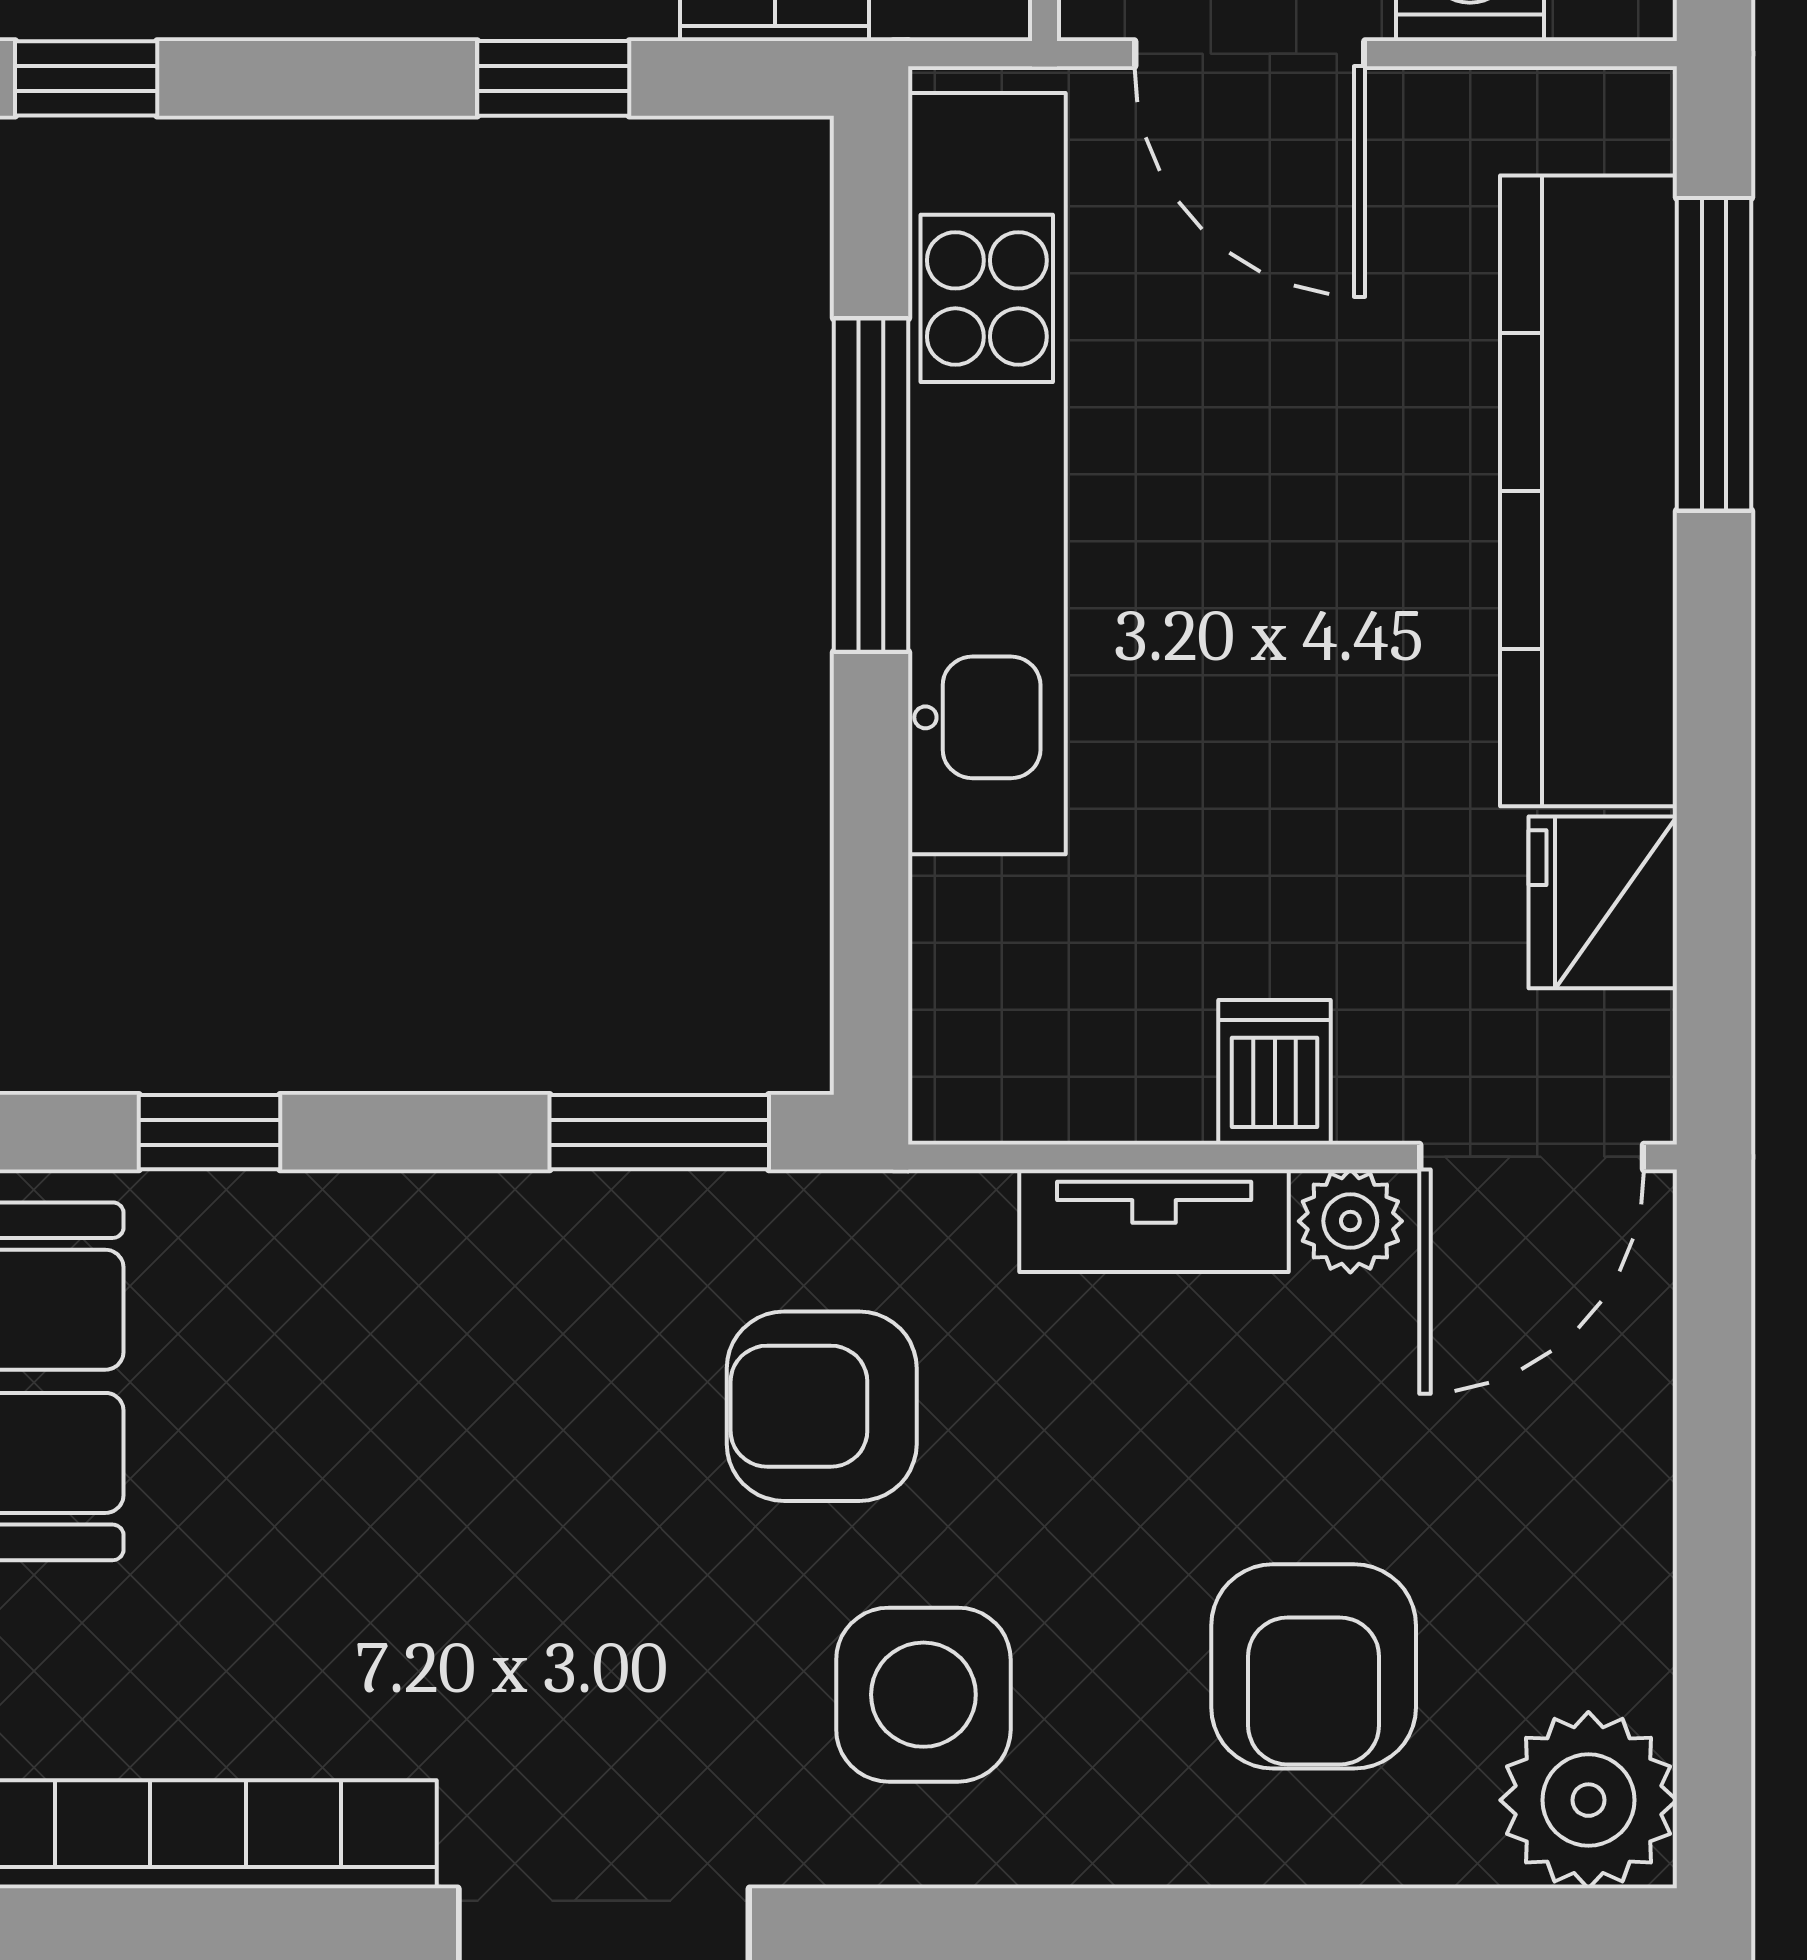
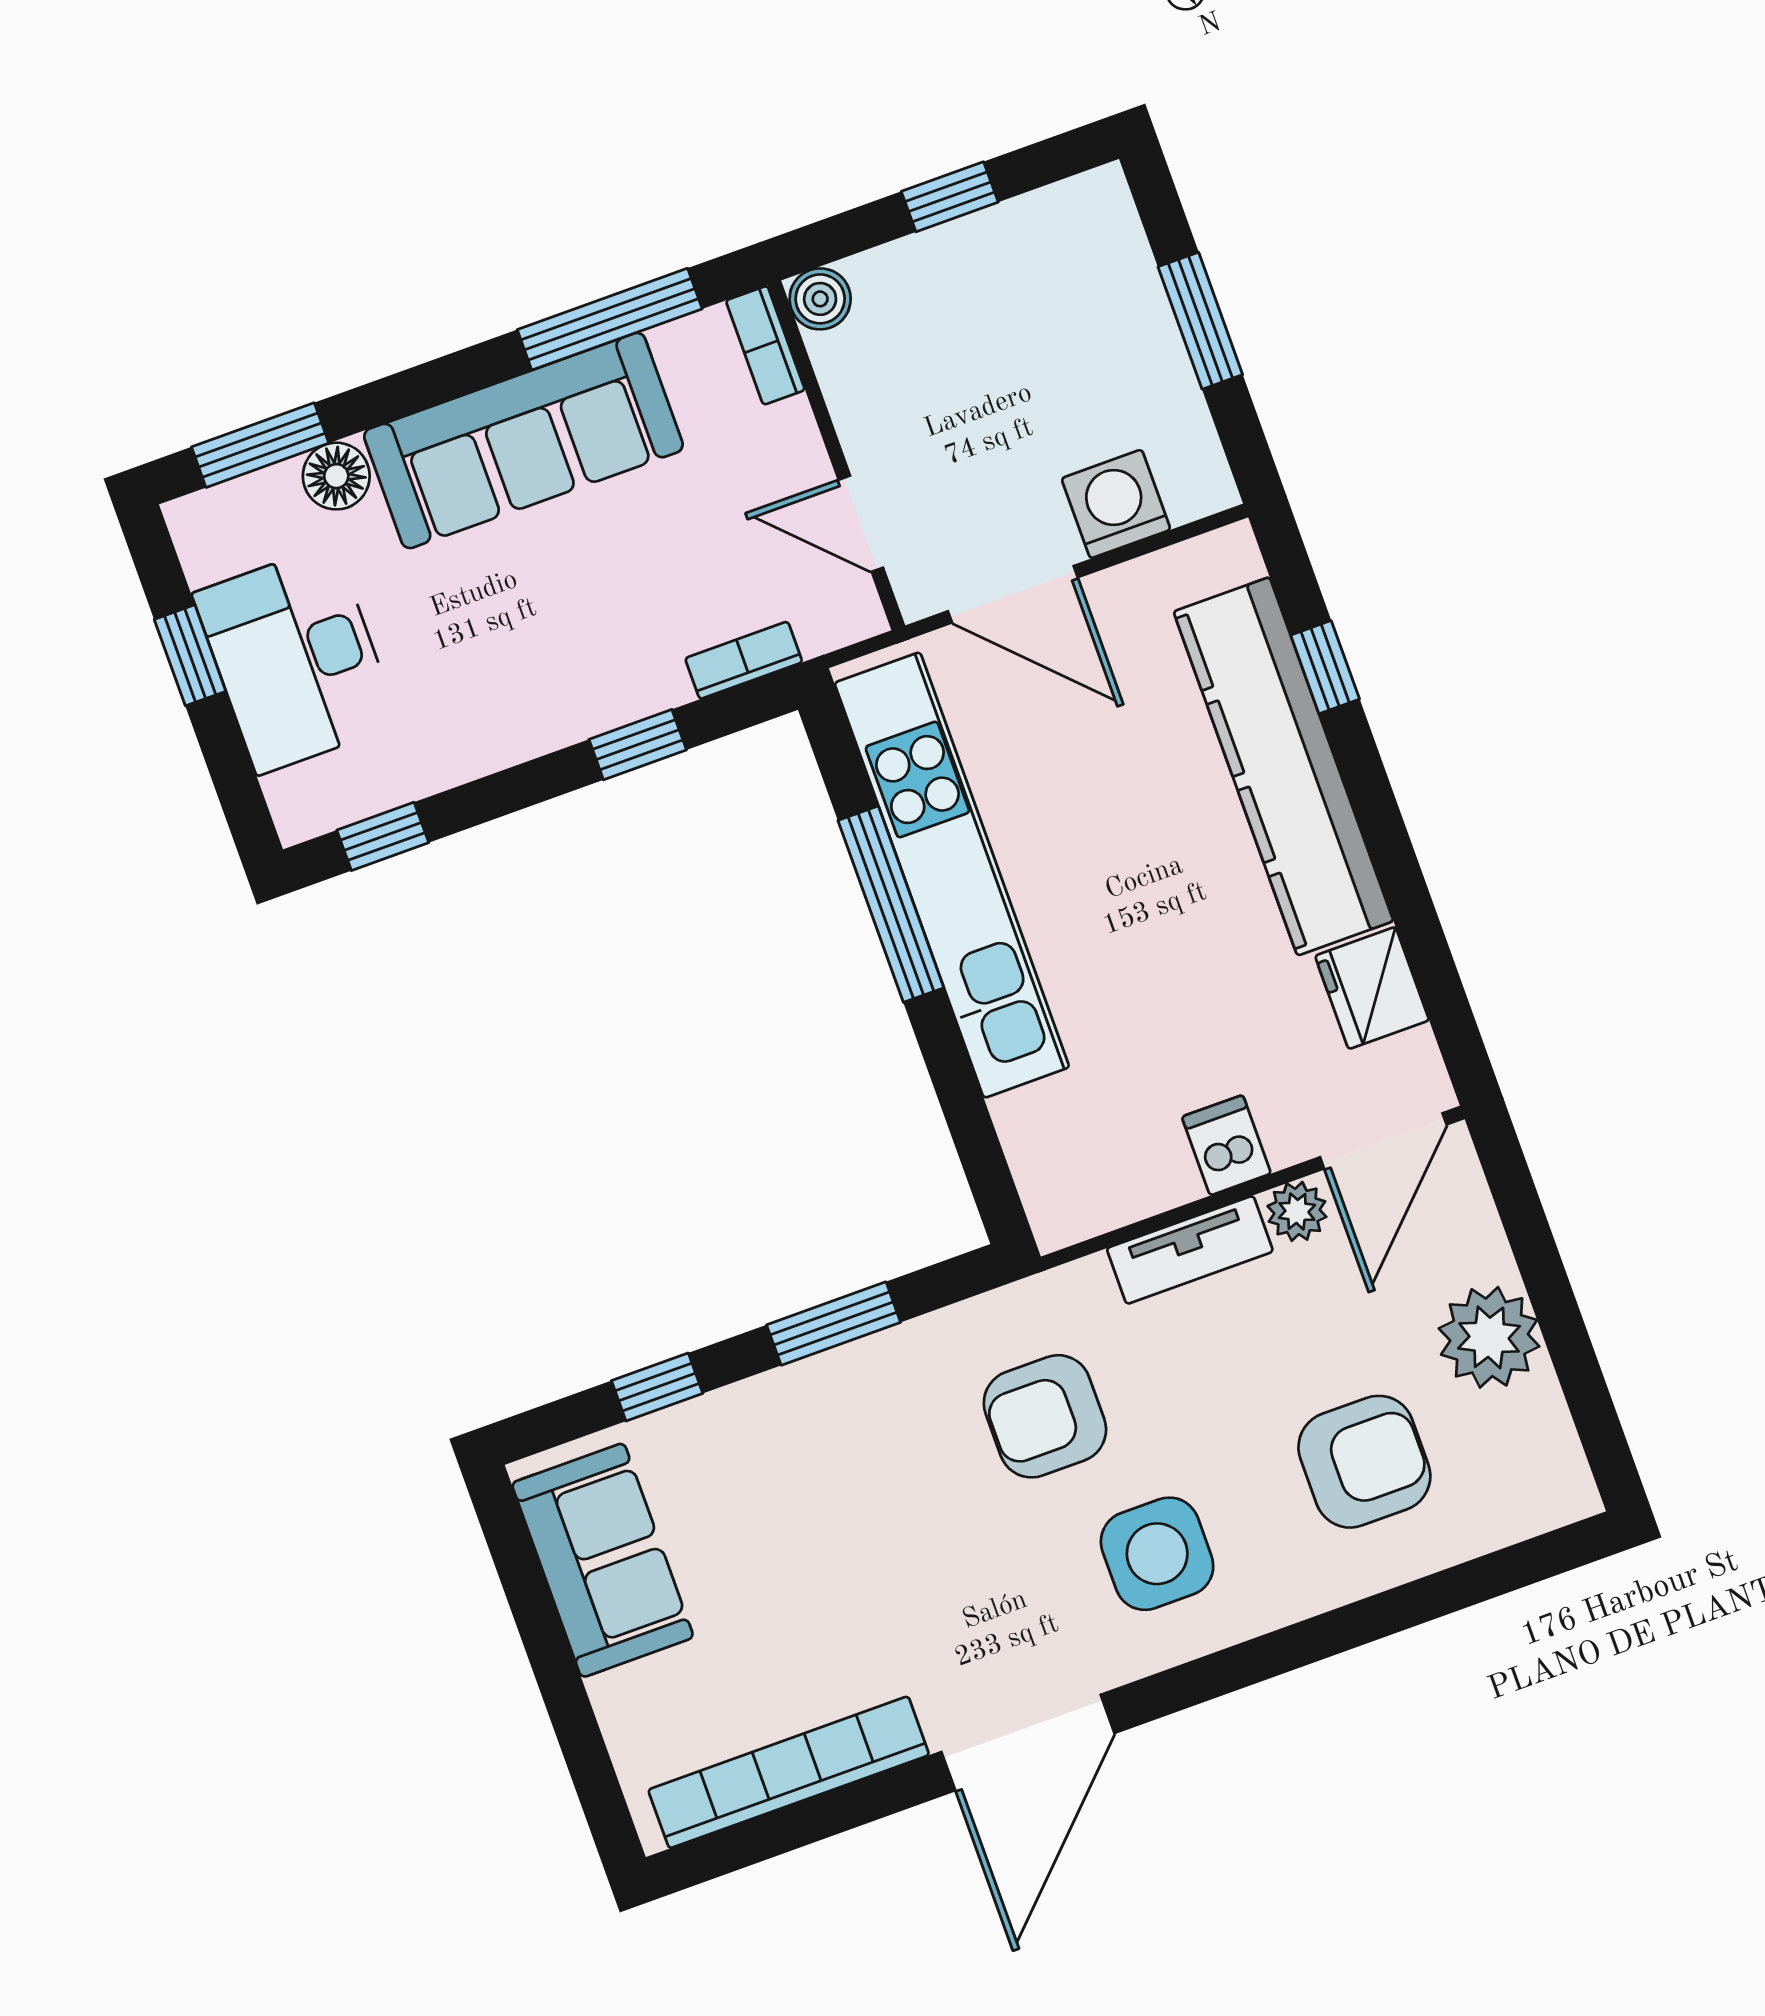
window: (1714, 354) -> (1325, 667), width x0.46
window: (659, 1132) -> (834, 1324), moved
armchair: (1314, 1666) -> (1364, 1462), turned -90
plant: (1588, 1800) -> (1489, 1337), moved

